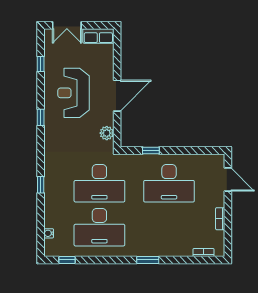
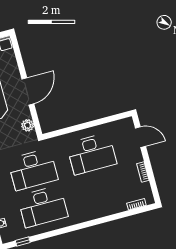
window: (151, 150) -> (69, 130), removed
window: (148, 260) -> (91, 223), removed

